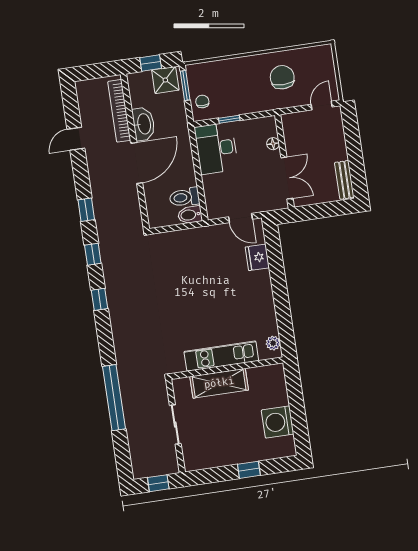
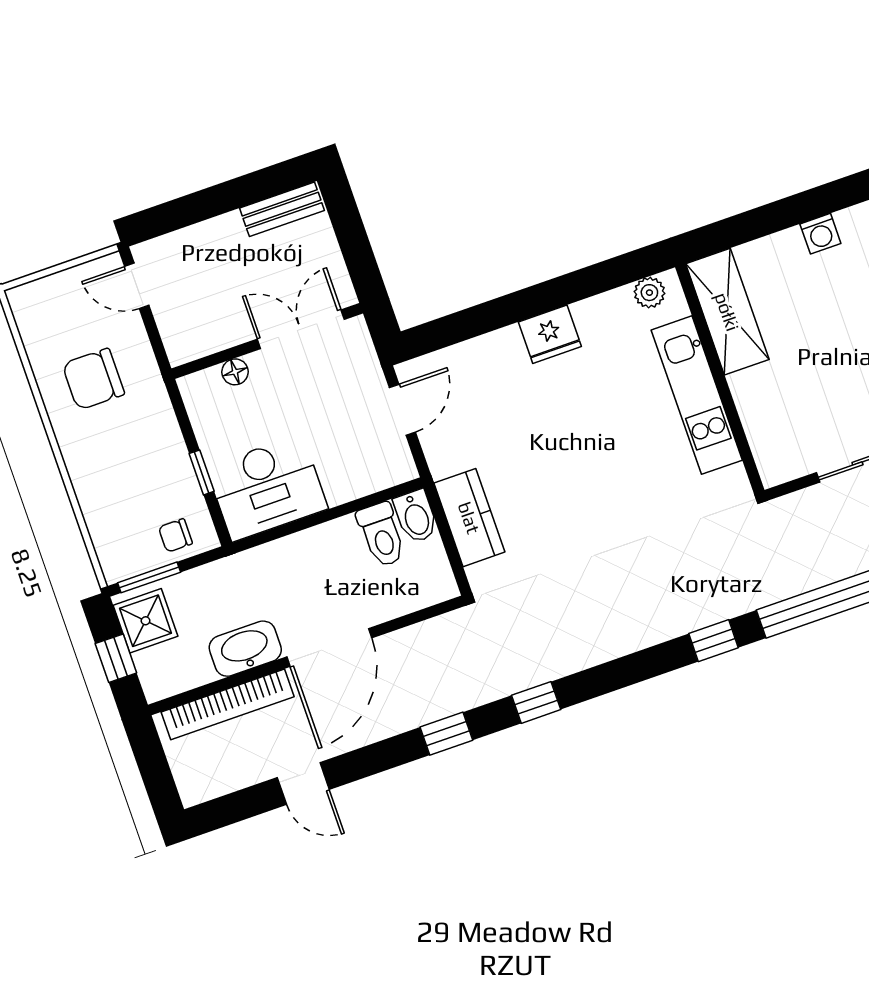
door: (137, 163) -> (329, 647), swing flipped
kitchen counter: (185, 240) -> (469, 518), added
fridge: (257, 257) -> (550, 334), moved
window: (99, 299) -> (713, 641), moved
shelving: (219, 383) -> (727, 312), moved
washing machine: (278, 422) -> (820, 234), width x0.53, depth x0.53

